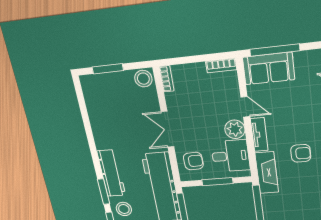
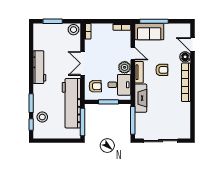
armchair: (301, 153) -> (162, 70), moved
workbench: (111, 173) -> (39, 67), moved

